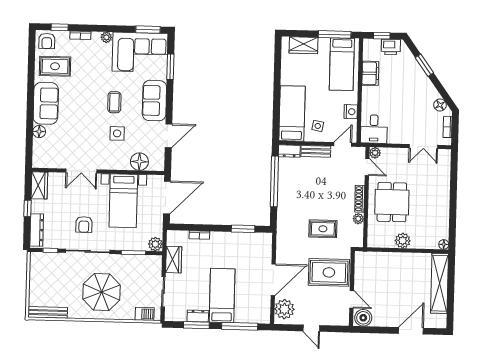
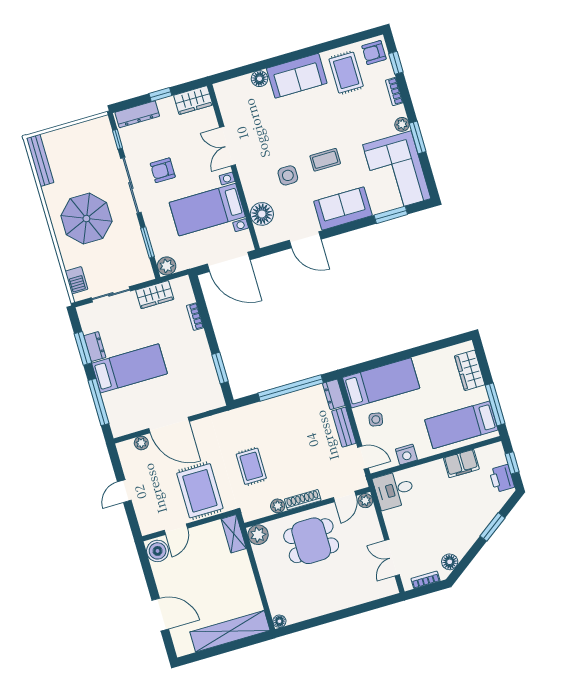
window: (148, 30) -> (418, 137), moved
plant: (403, 241) -> (258, 535), moved
shelving: (368, 258) -> (234, 534), added
plant: (284, 309) -> (141, 443), width x0.53, depth x0.53

